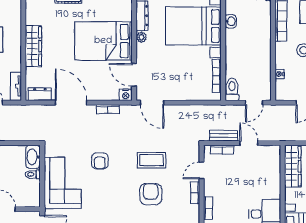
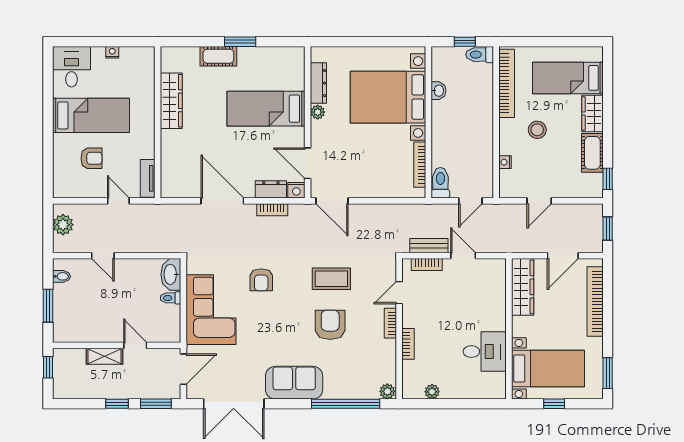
bed: (103, 41) -> (266, 109), width x0.67
wardrobe: (33, 46) -> (171, 101), moved
dresser: (40, 94) -> (271, 189), moved

